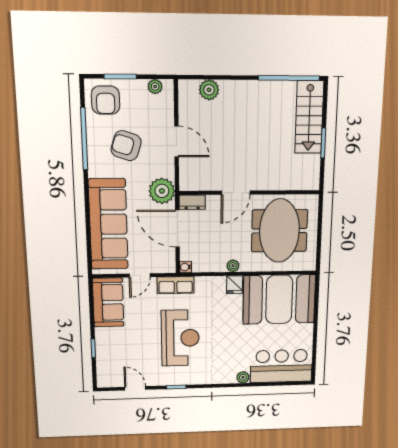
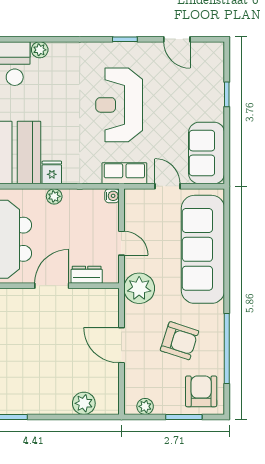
dresser: (192, 202) -> (87, 275), moved
door: (177, 229) -> (121, 243), width x0.53
door: (140, 275) -> (168, 186), hinge flipped

